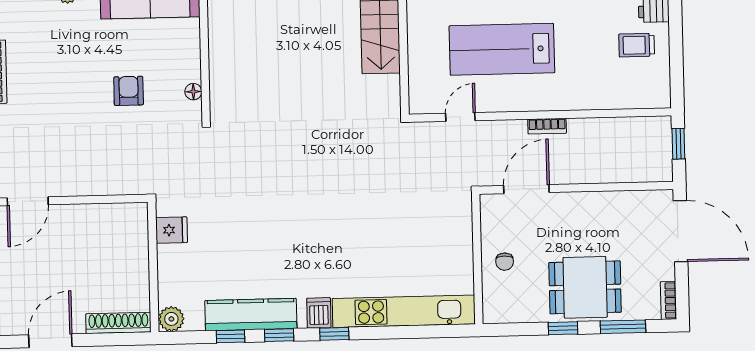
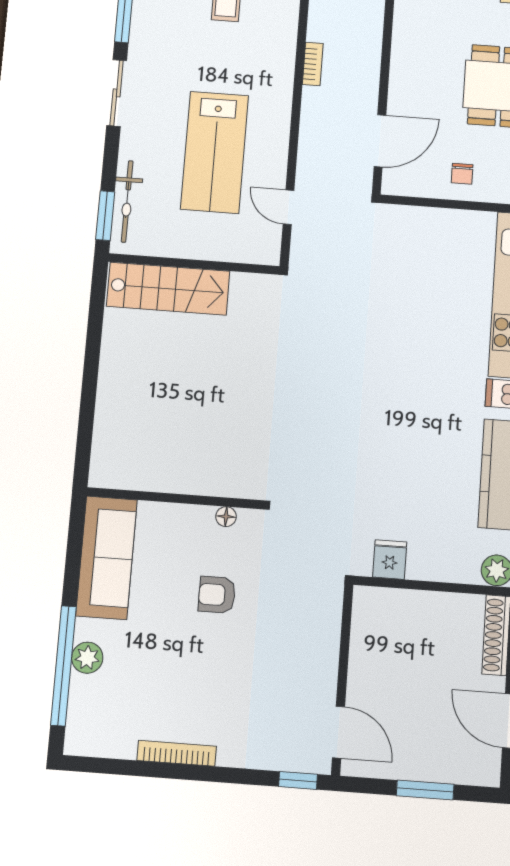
bookcase: (547, 126) -> (313, 64), moved
door: (526, 189) -> (380, 141), swing flipped
chair: (505, 262) -> (462, 174), turned 90

